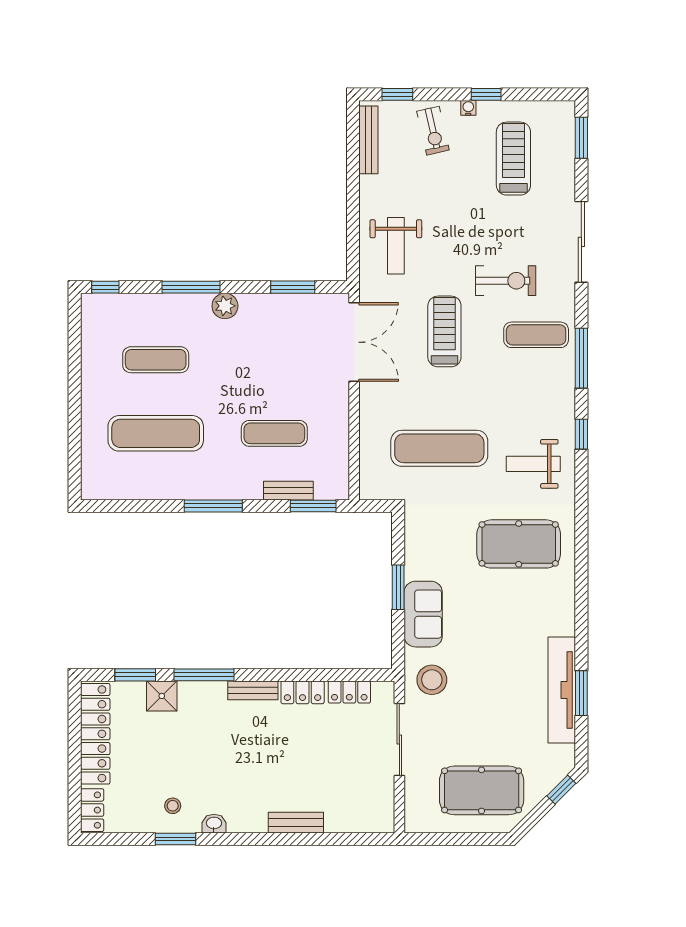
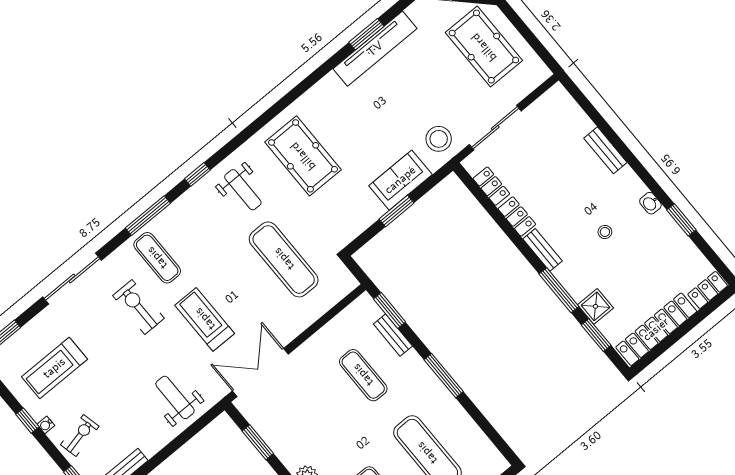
weight bench: (396, 246) -> (175, 397), turned -90
treadmill: (444, 331) -> (205, 319), turned 90
stool: (173, 806) -> (605, 232), moved

